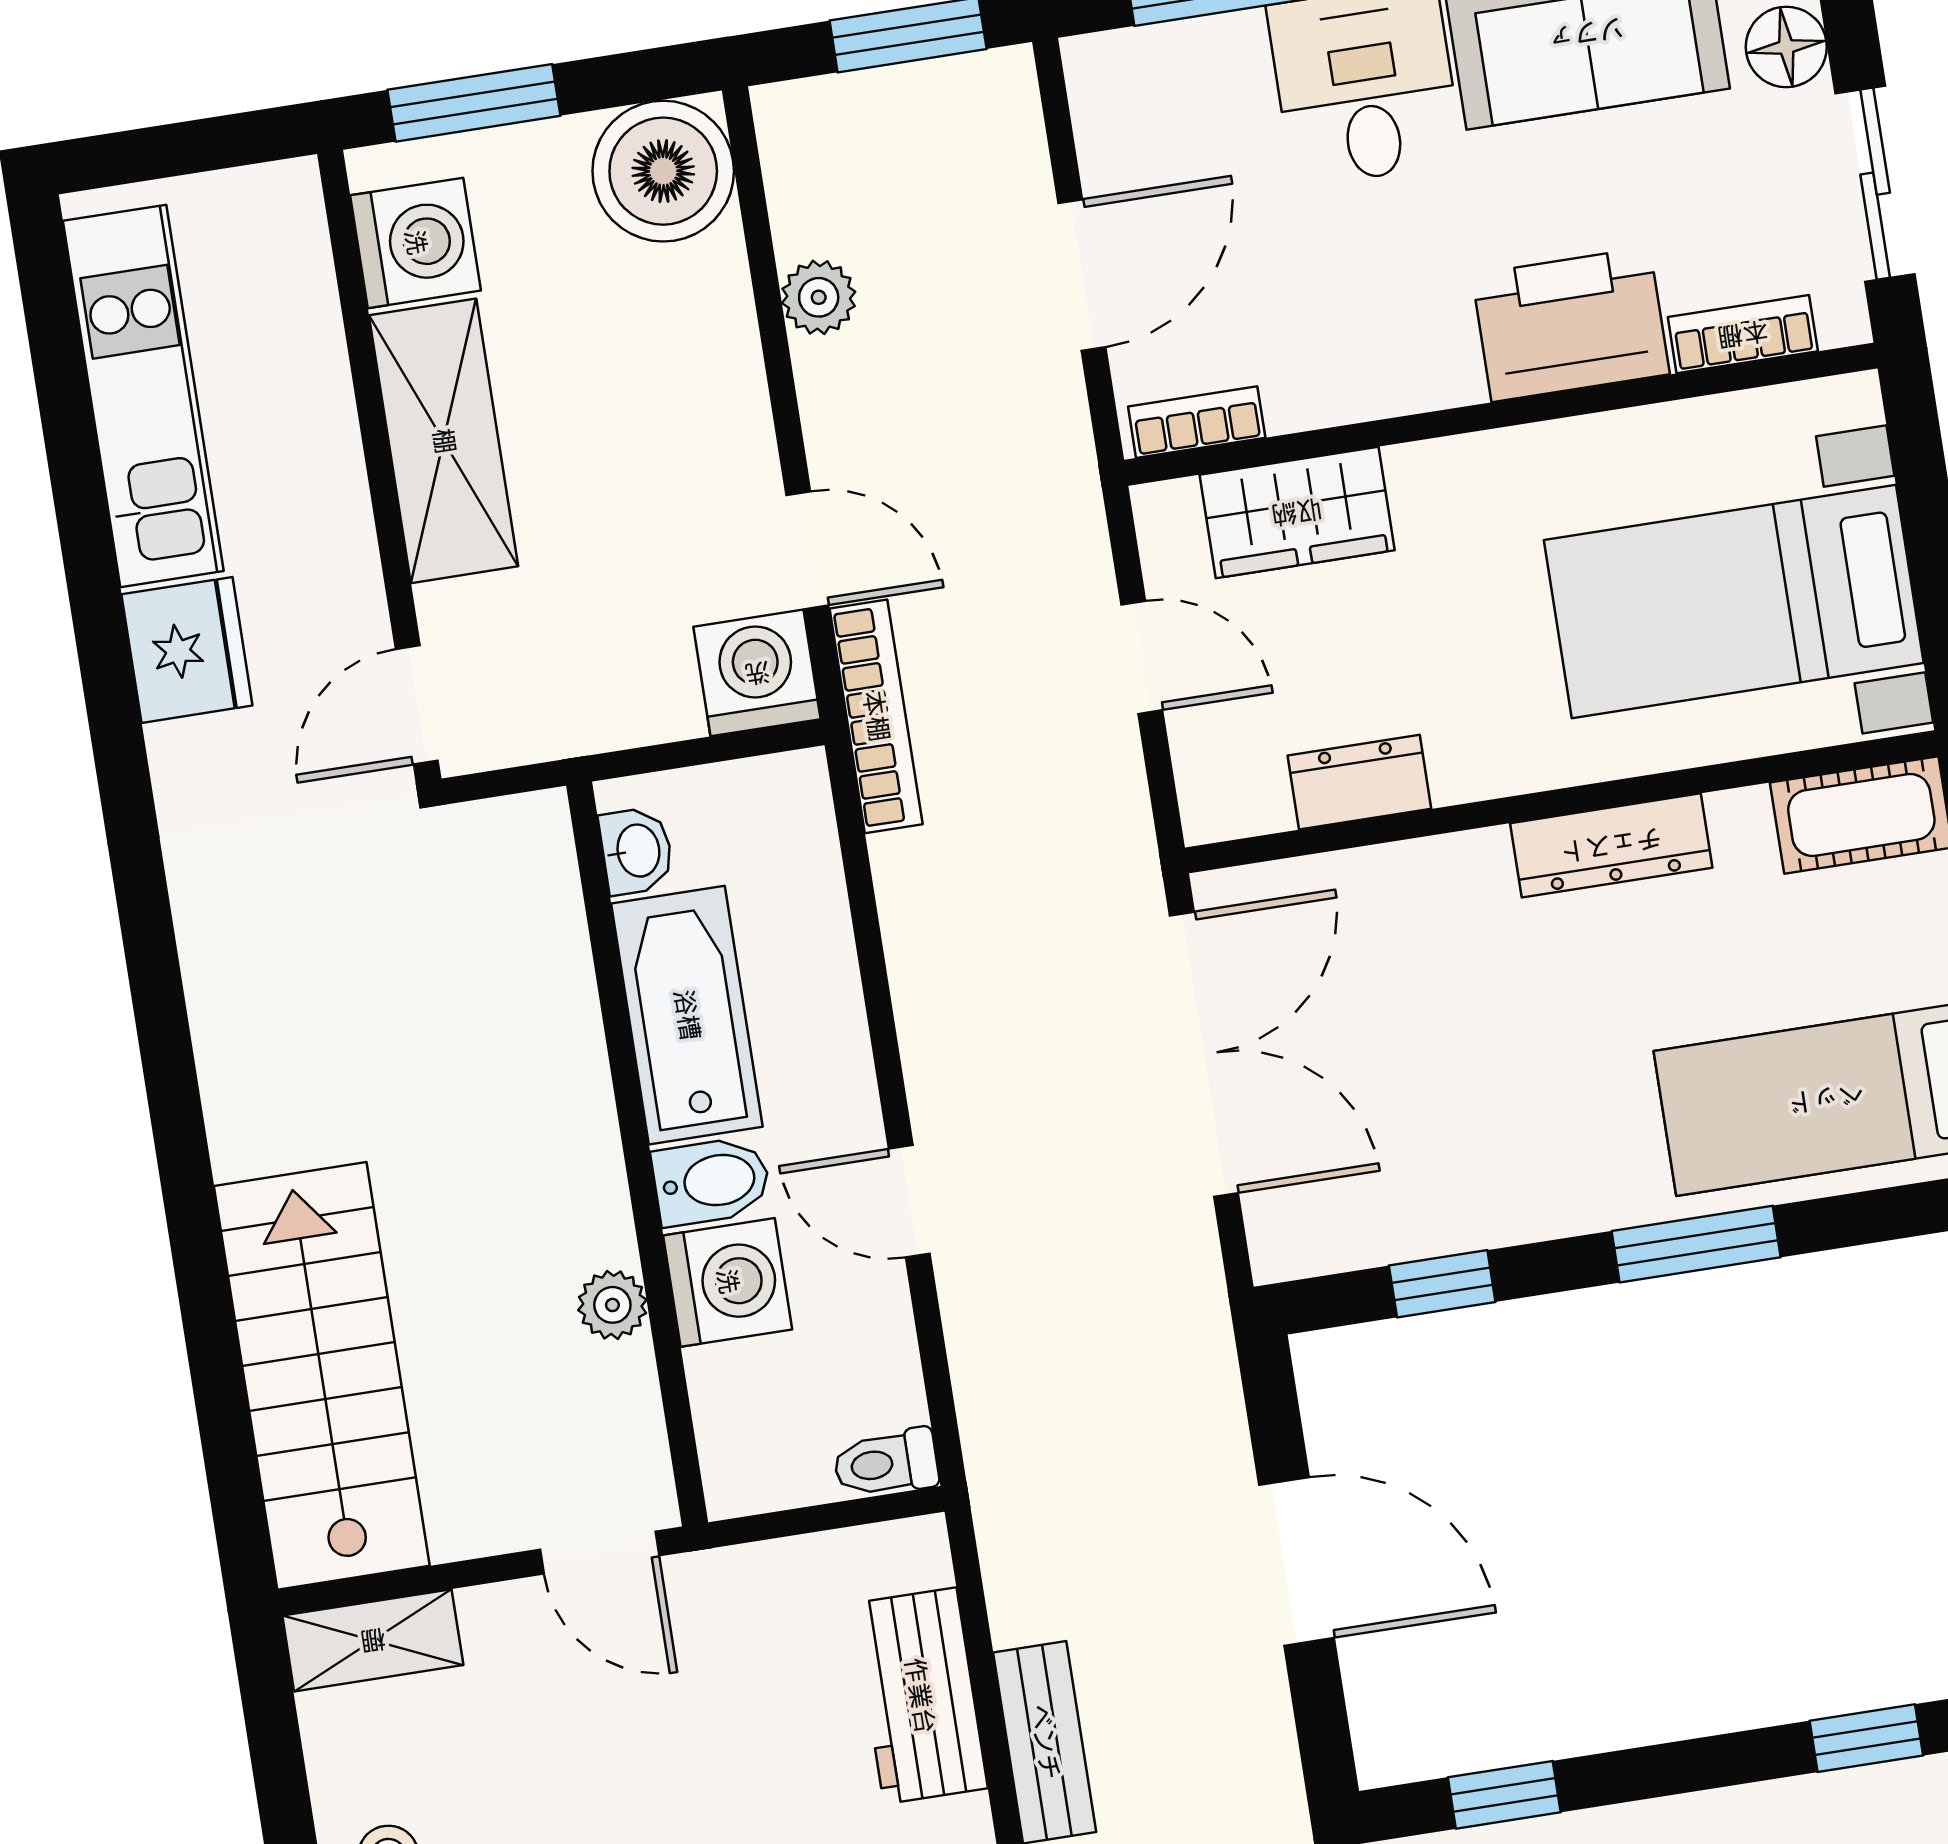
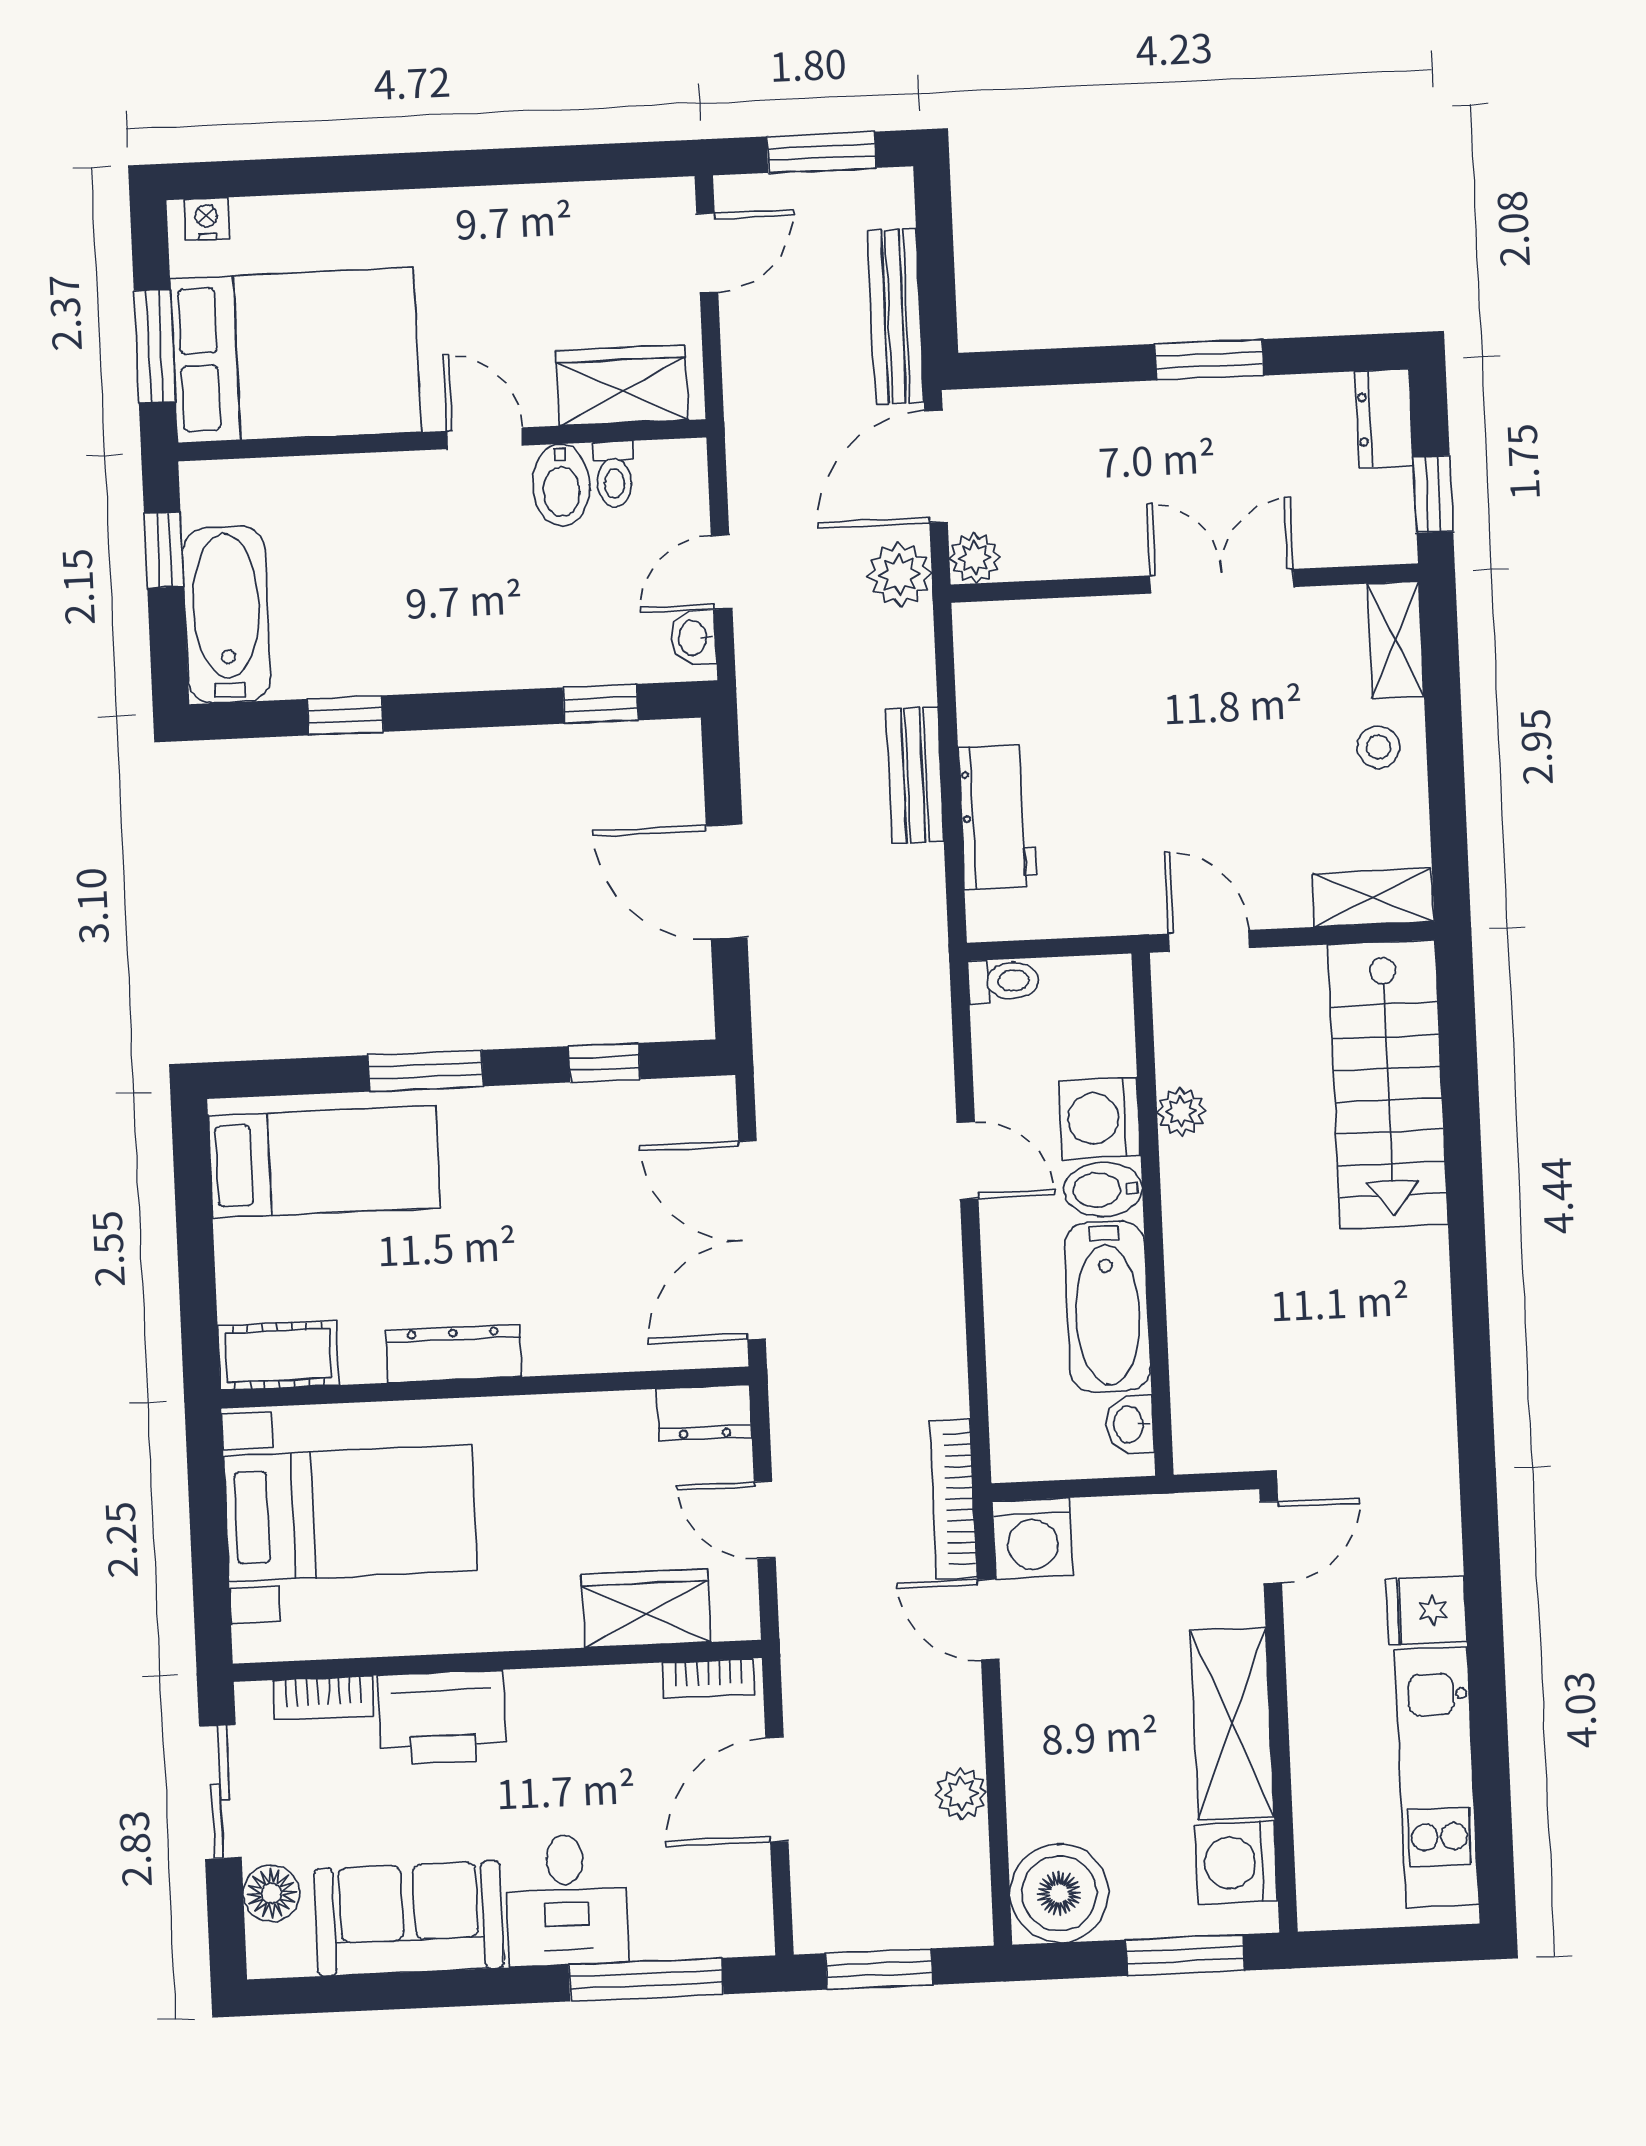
fridge: (187, 650) -> (1426, 1611), width x0.72
dresser: (1359, 782) -> (704, 1413), moved

